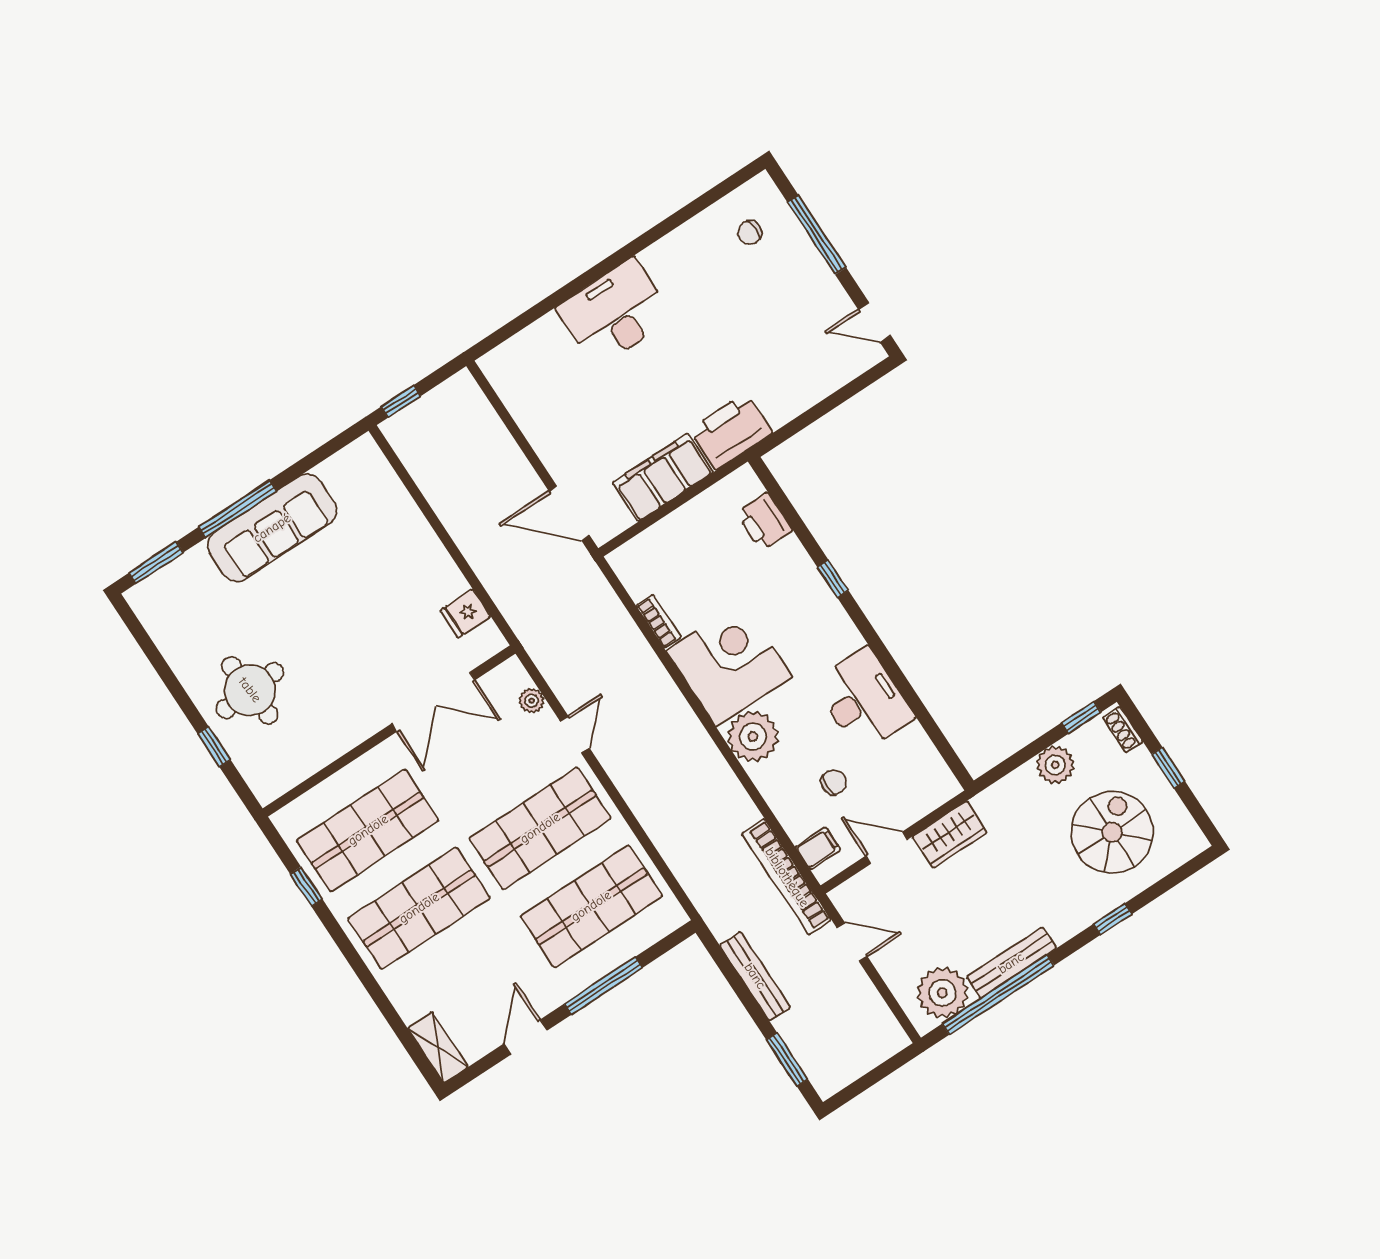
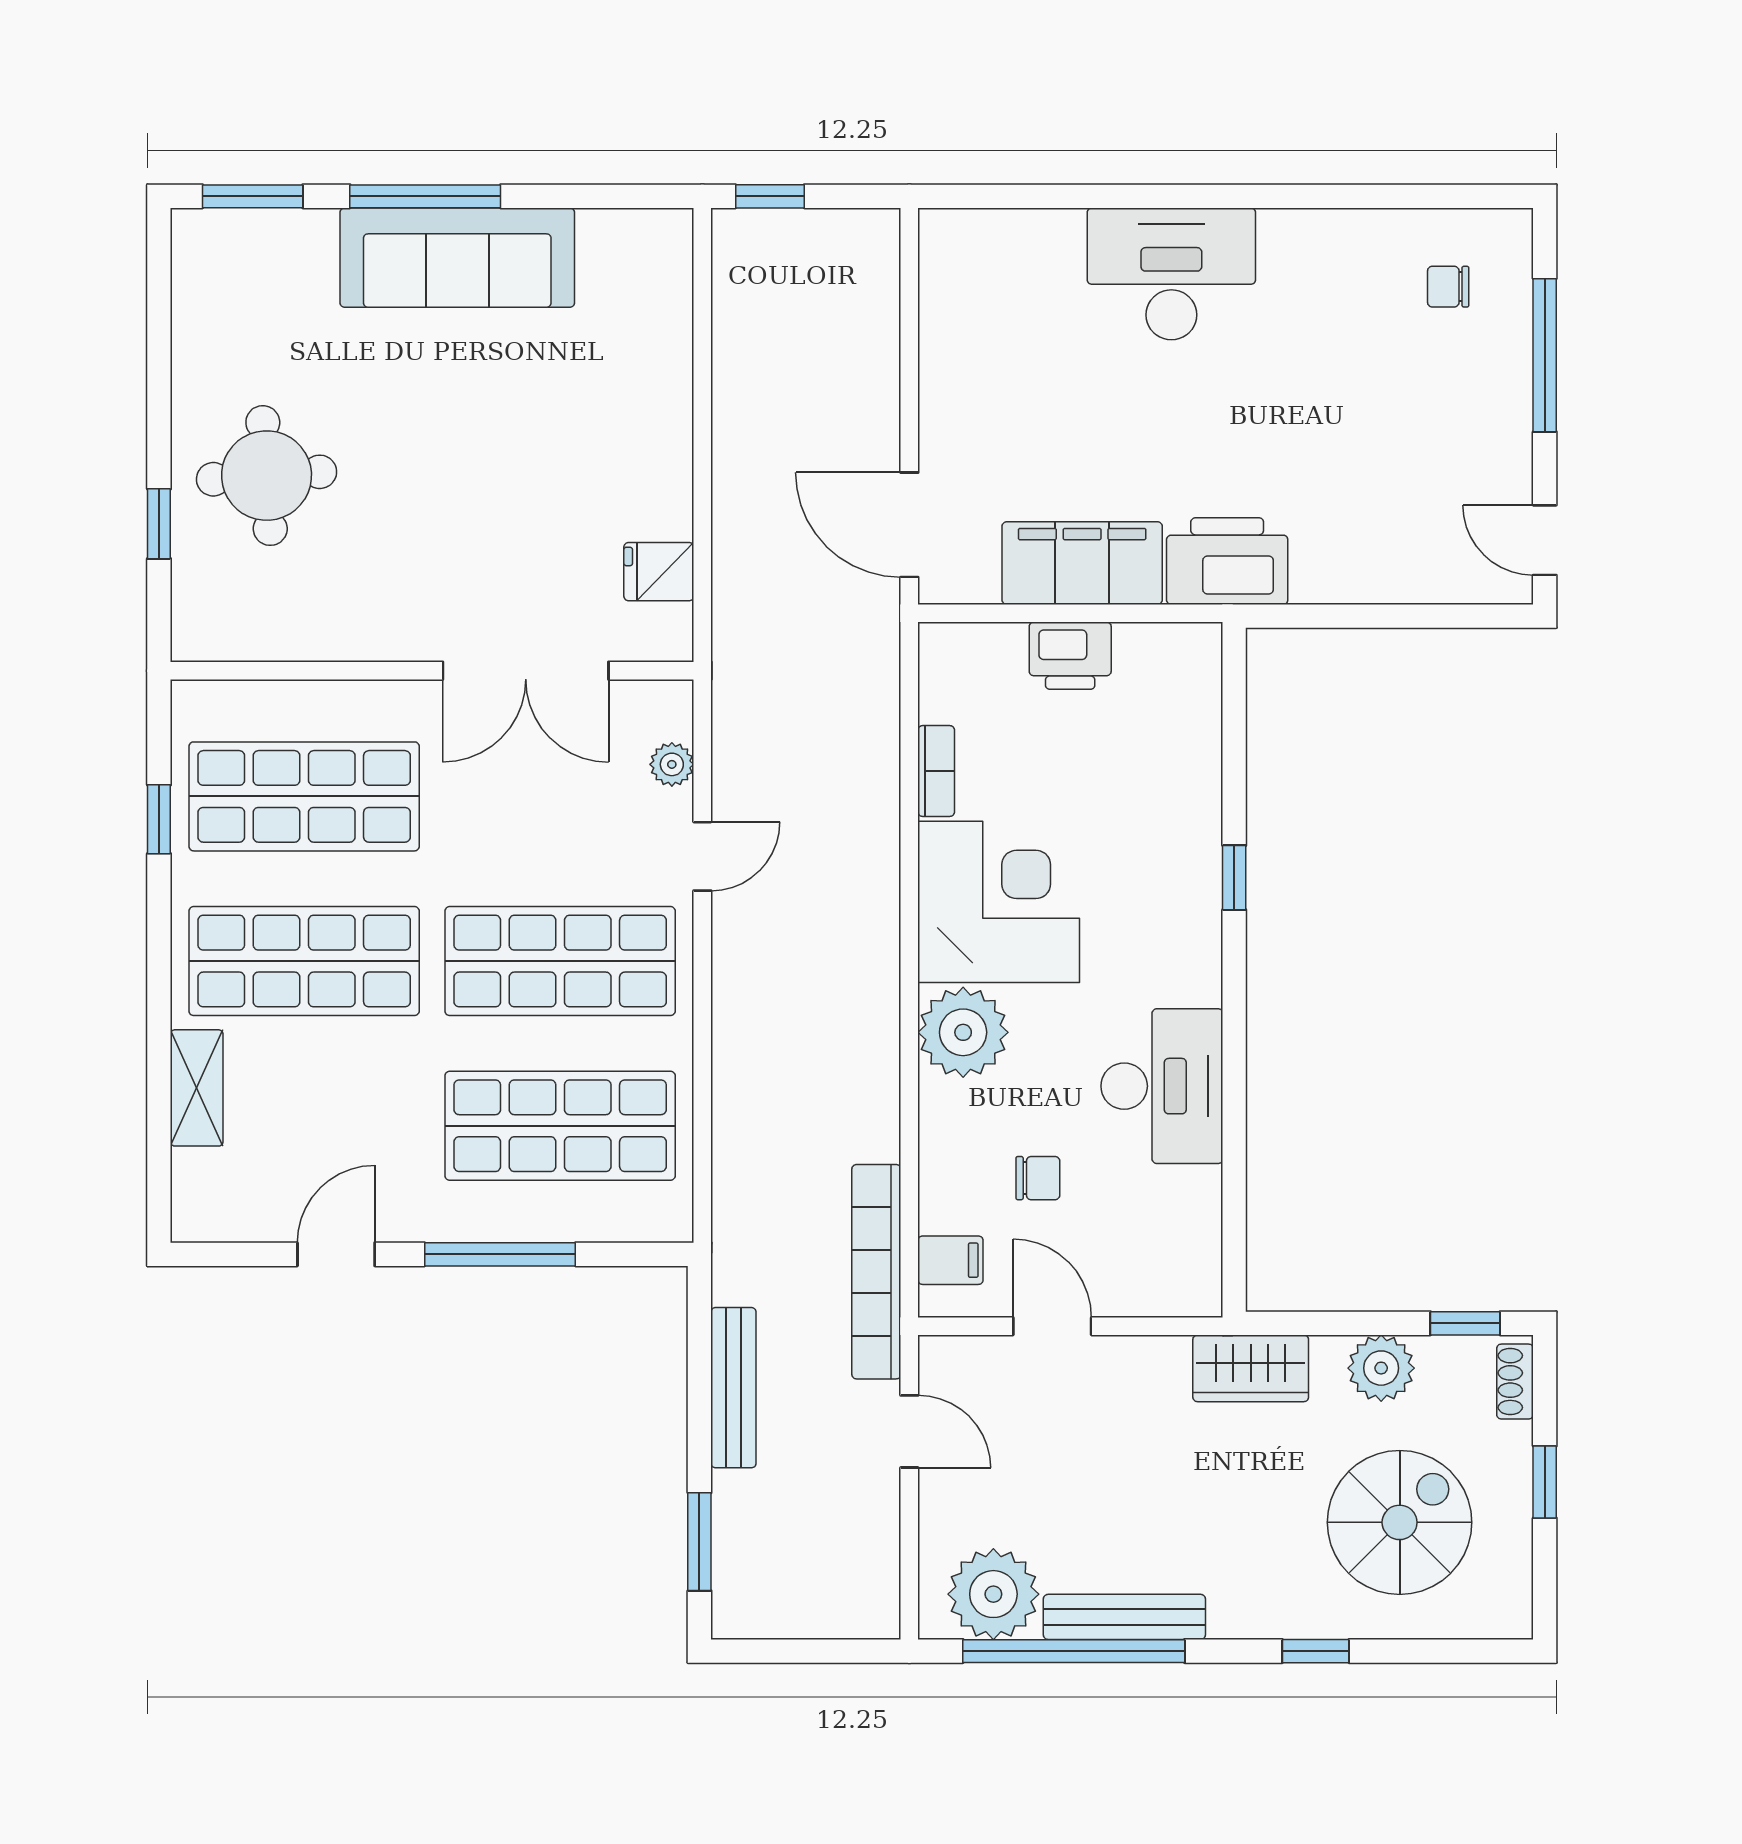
printer: (764, 522) -> (1070, 656), moved, turned -90
wardrobe: (950, 835) -> (1251, 1368), moved
shelving: (438, 1047) -> (197, 1088), moved

